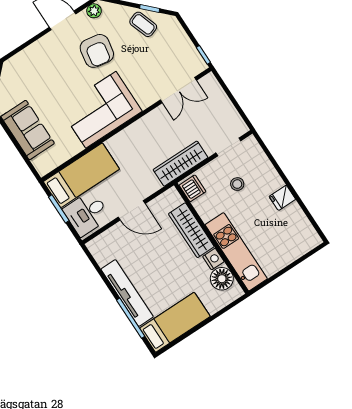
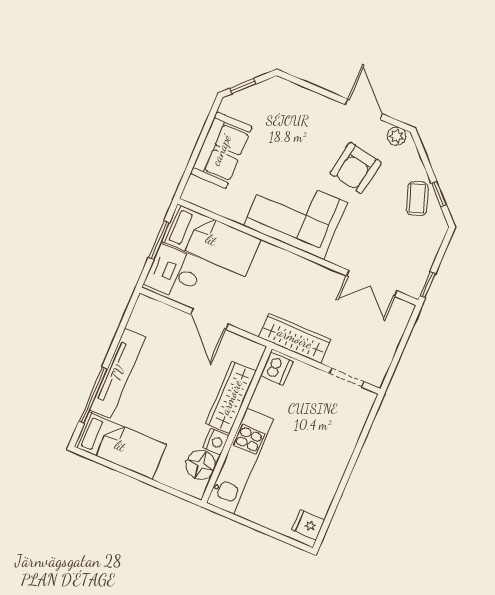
stool: (237, 184) -> (313, 414), removed
fridge: (282, 198) -> (308, 525), moved

